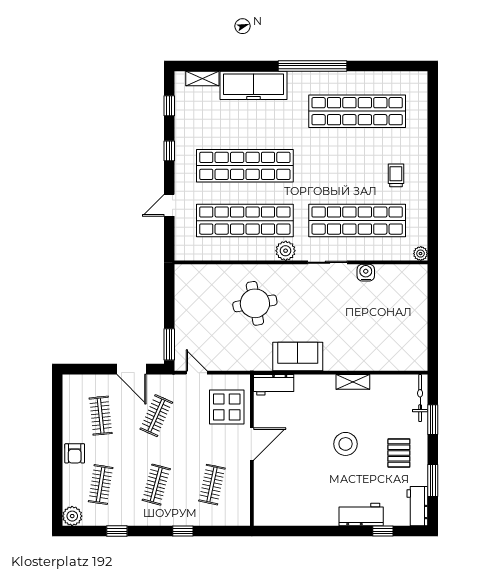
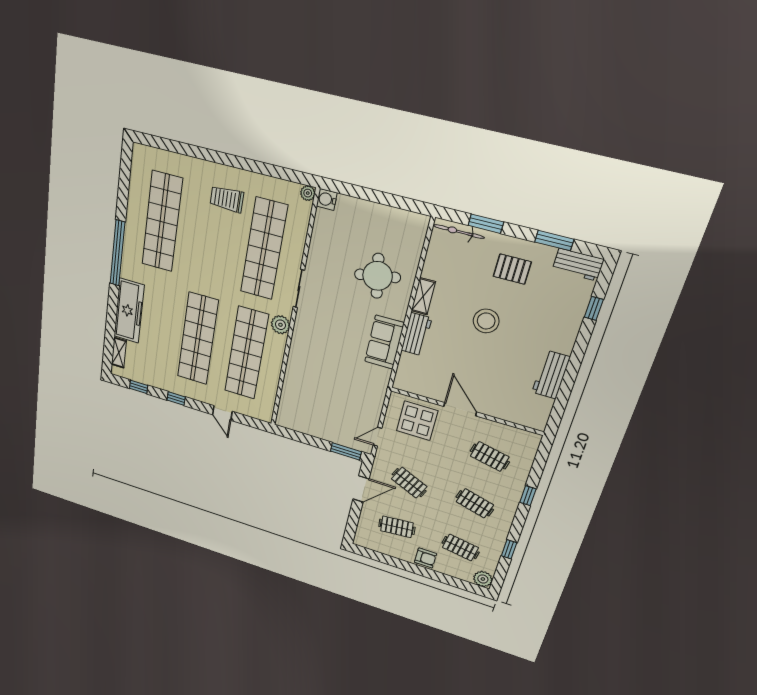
trolley: (396, 175) -> (227, 199), width x1.36, depth x1.39
water cooler: (366, 273) -> (327, 199), moved
round table: (255, 303) -> (378, 276), moved
workbench: (274, 385) -> (416, 334), moved
workbench: (361, 515) -> (551, 375), moved

